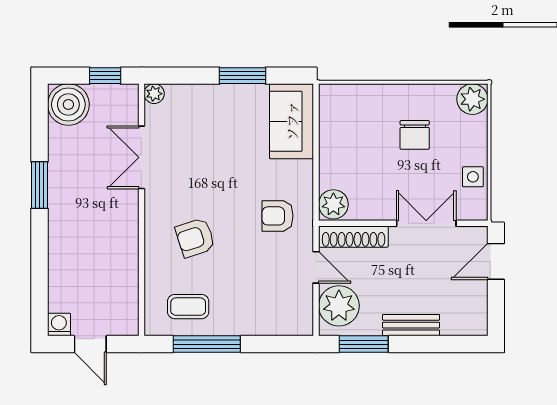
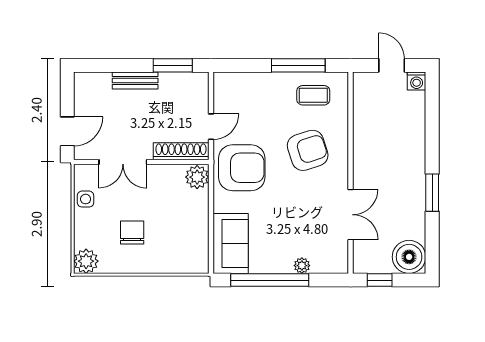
window: (243, 76) -> (270, 280), width x2.11
plant: (154, 94) -> (302, 266), moved
armchair: (278, 216) -> (242, 168), width x1.88, depth x1.88
armchair: (195, 238) -> (308, 150), width x1.38, depth x1.38
door: (316, 267) -> (211, 127), swing flipped
plant: (339, 306) -> (193, 96), removed

